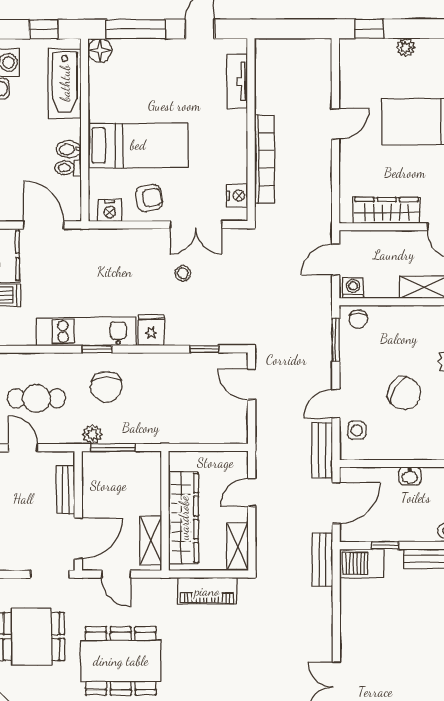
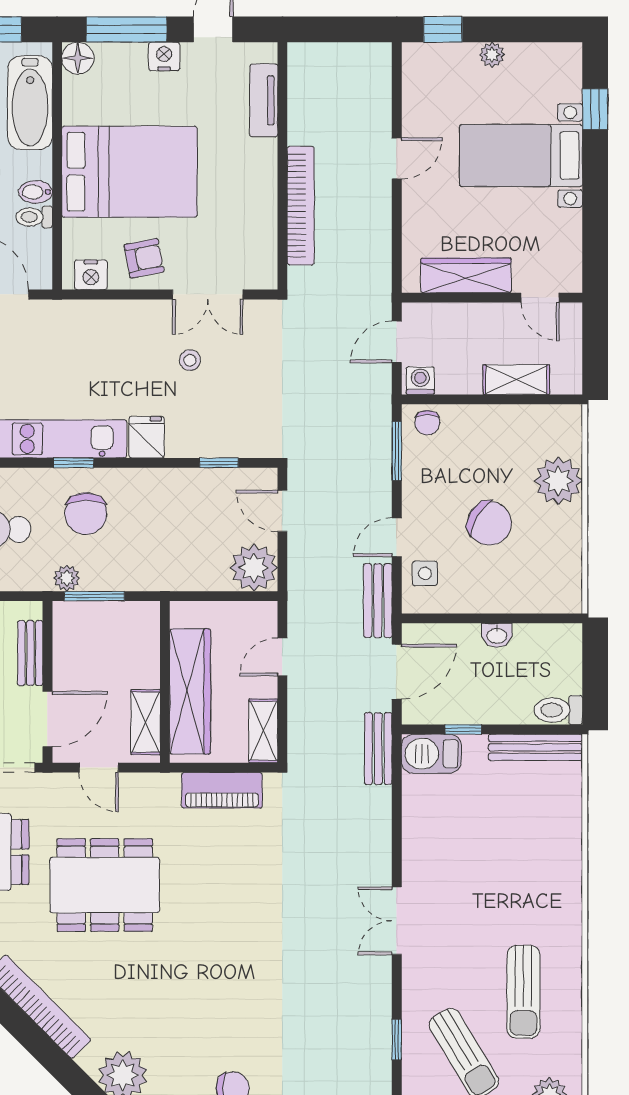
bed: (138, 145) -> (129, 172), width x1.50
nightstand: (237, 196) -> (164, 56), moved, turned -90
plant: (230, 426) -> (254, 568), added

